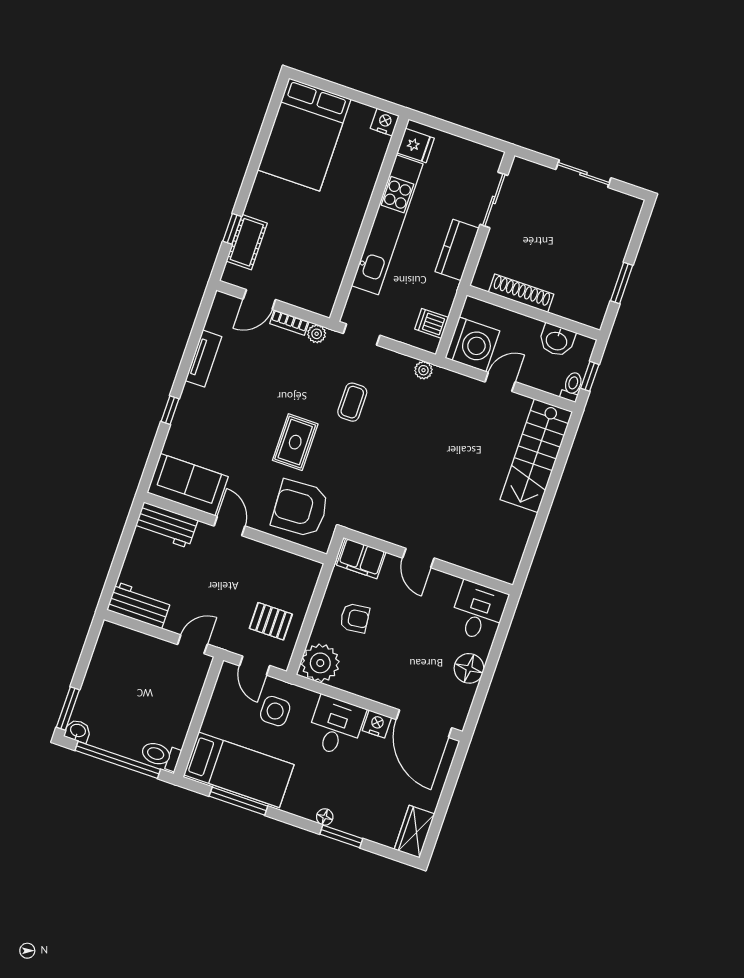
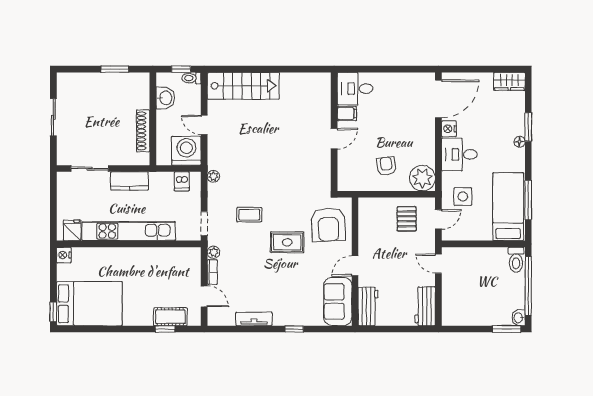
window: (310, 80) -> (53, 312), added
filing cabinet: (361, 559) -> (347, 114), moved, width x0.50
floor lamp: (469, 668) -> (393, 82), removed

